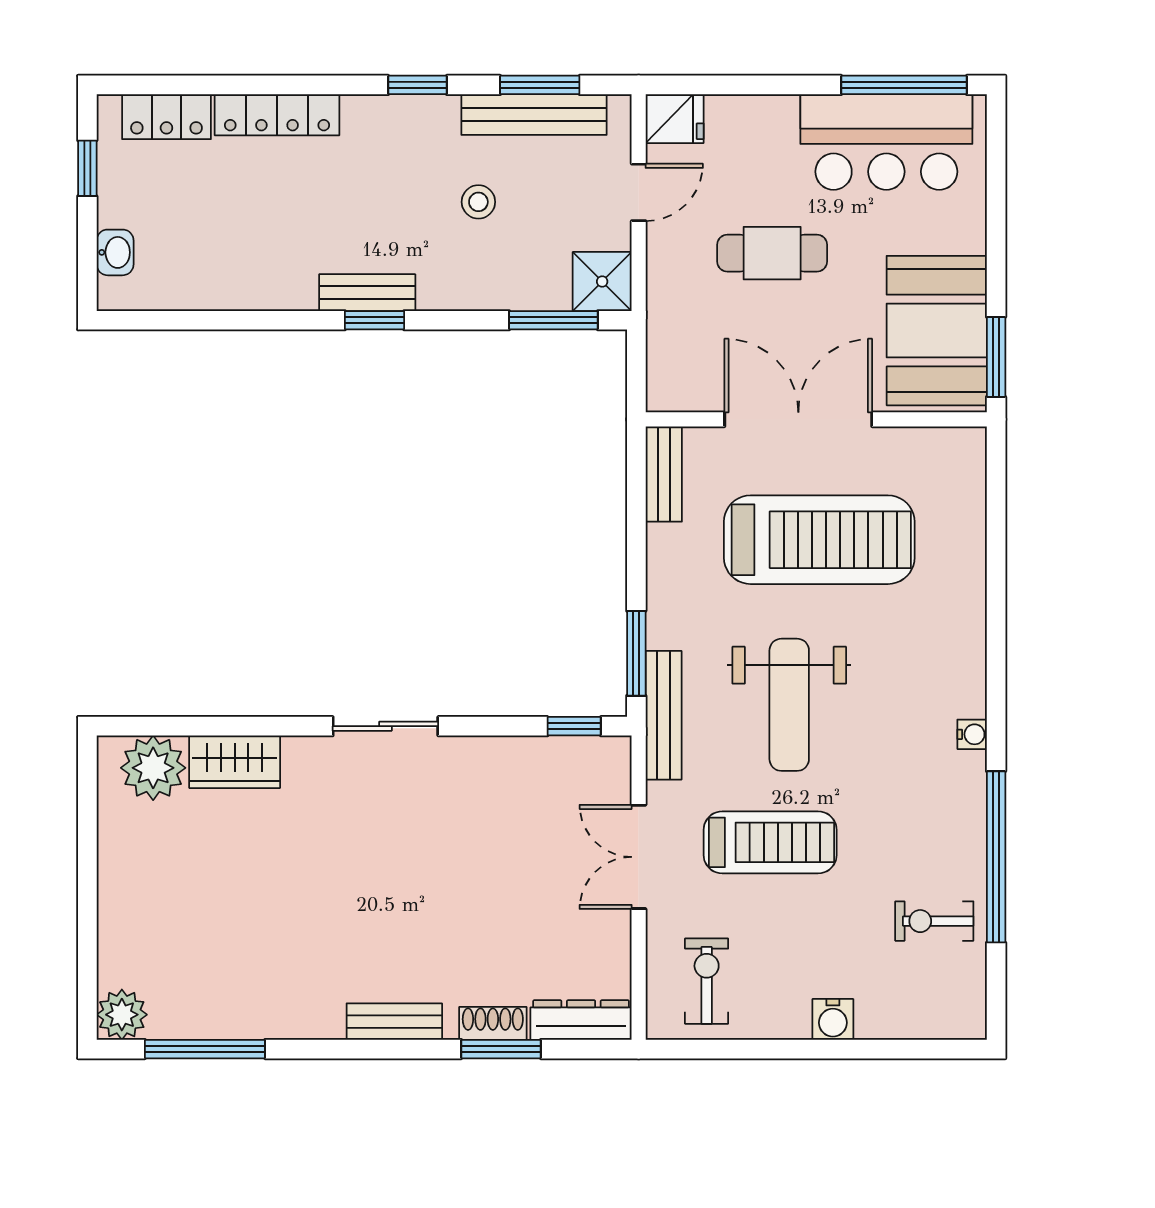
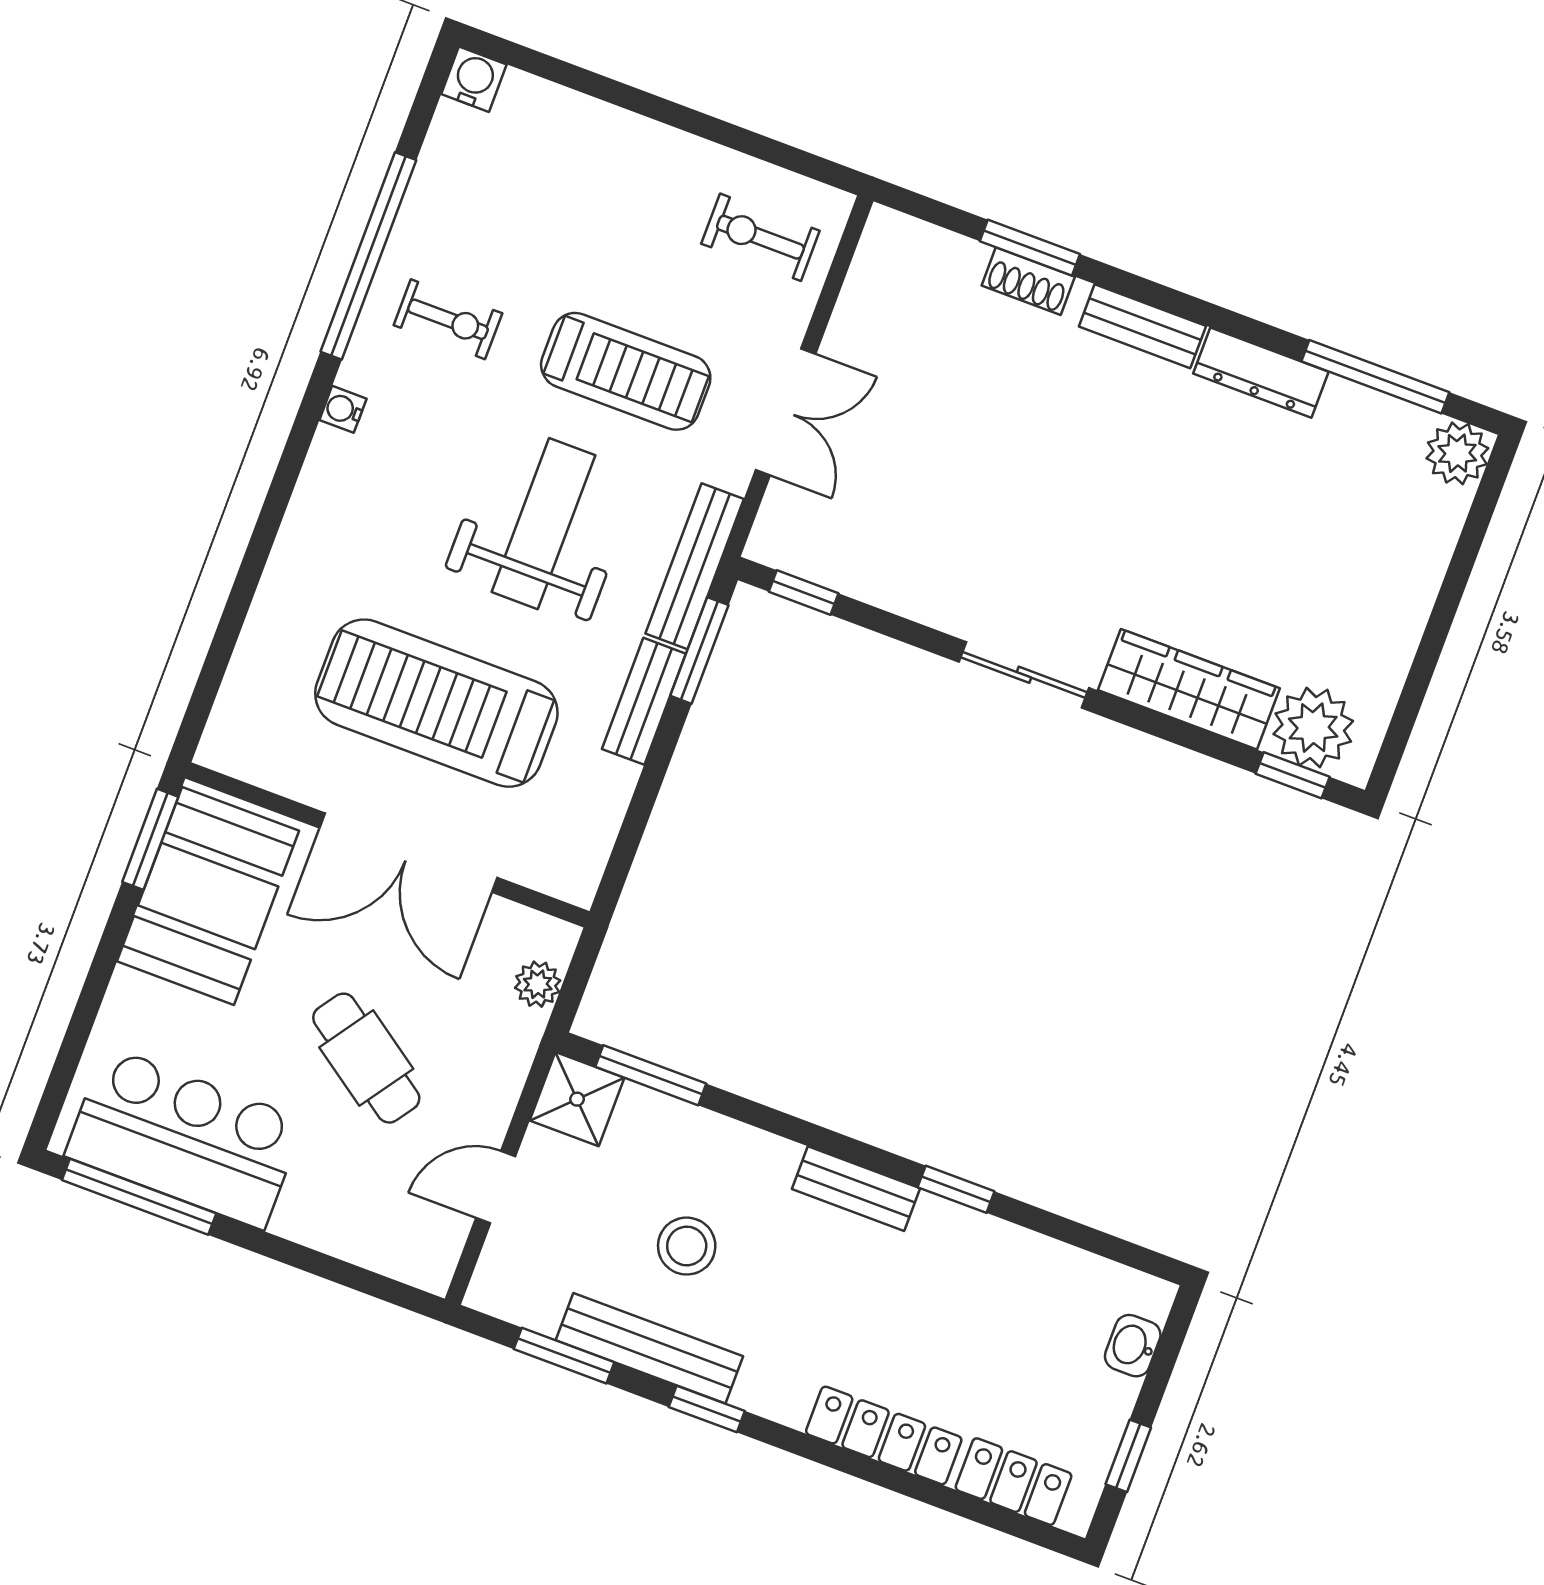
bench: (534, 115) -> (649, 1348), moved
fridge: (675, 119) -> (421, 1258), removed
stool: (478, 202) -> (687, 1246), width x1.37, depth x1.37
cafe table: (772, 253) -> (366, 1058), turned 35
window: (375, 320) -> (956, 1189), moved
plant: (664, 357) -> (538, 984), added
bench: (664, 474) -> (644, 701), moved
window: (155, 726) -> (1293, 775), added
wardrobe: (235, 762) -> (1189, 689), width x1.50
treadmill: (770, 842) -> (626, 371), turned 180
exercise bike: (934, 921) -> (448, 319), moved
exercise bike: (707, 981) -> (760, 237), turned 90
water cooler: (833, 1019) -> (474, 79), moved
dresser: (581, 1020) -> (1261, 373), moved

